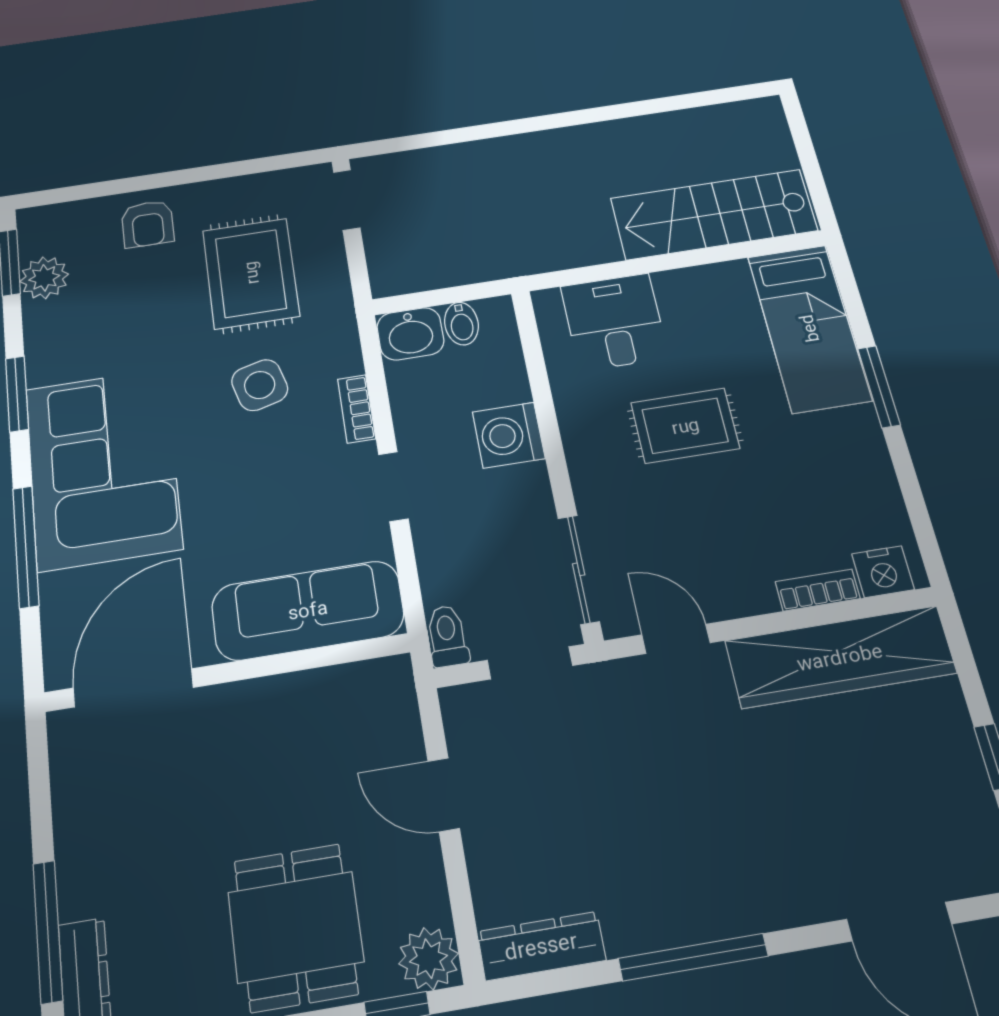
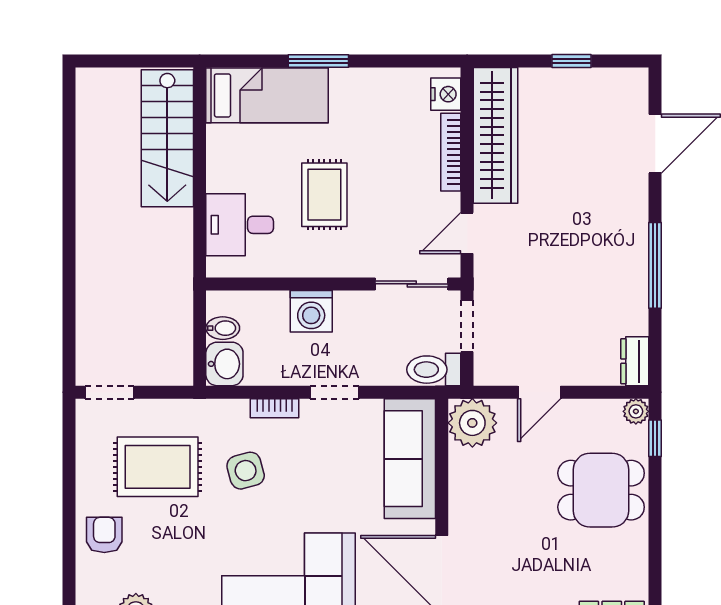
armchair: (148, 224) -> (104, 535), turned -90
bookcase: (818, 590) -> (451, 152), width x1.56
toilet: (447, 636) -> (434, 370), width x1.37, depth x1.39
plant: (377, 696) -> (472, 423), added
dresser: (541, 946) -> (635, 361), width x0.70
plant: (429, 959) -> (636, 411), width x0.73, depth x0.73

